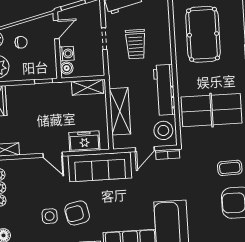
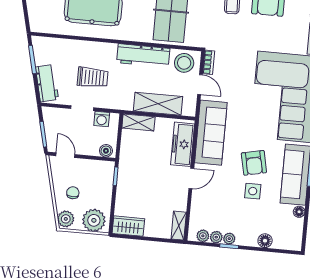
washing machine: (67, 54) -> (102, 119), moved, turned 180
shelving: (87, 87) -> (138, 122), moved, turned 90
freezer: (84, 141) -> (183, 144), width x1.40

